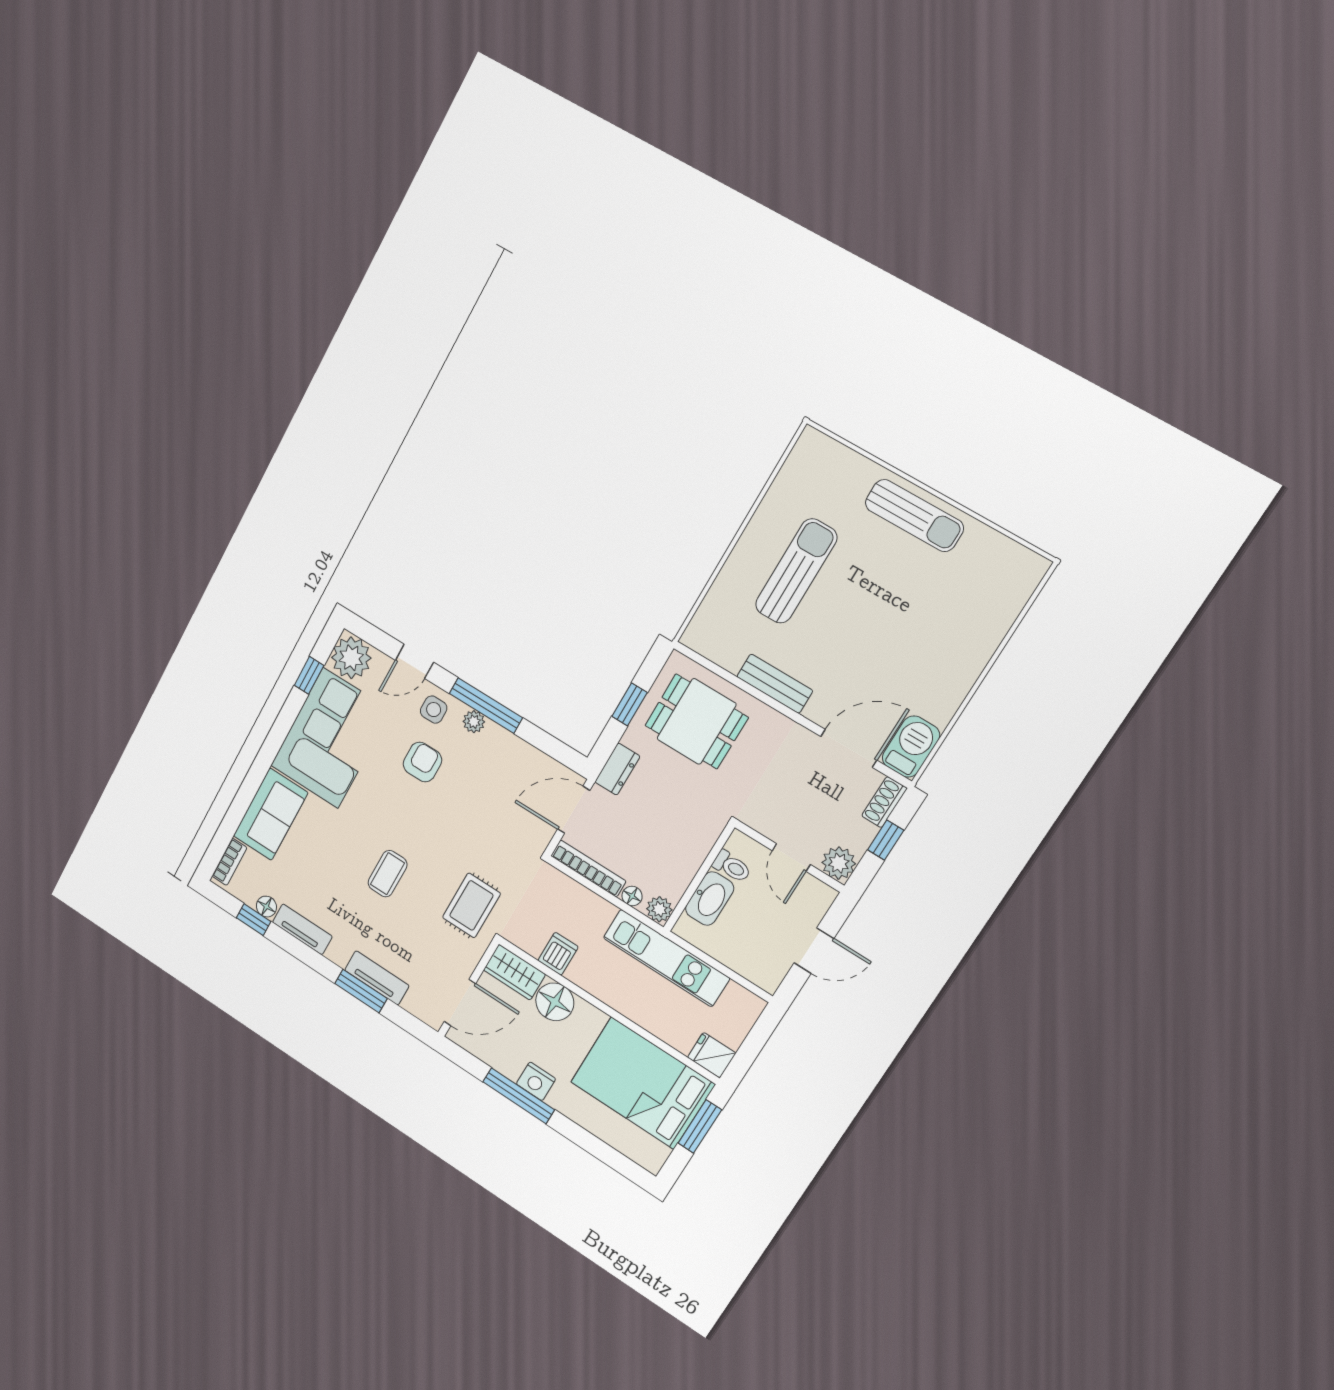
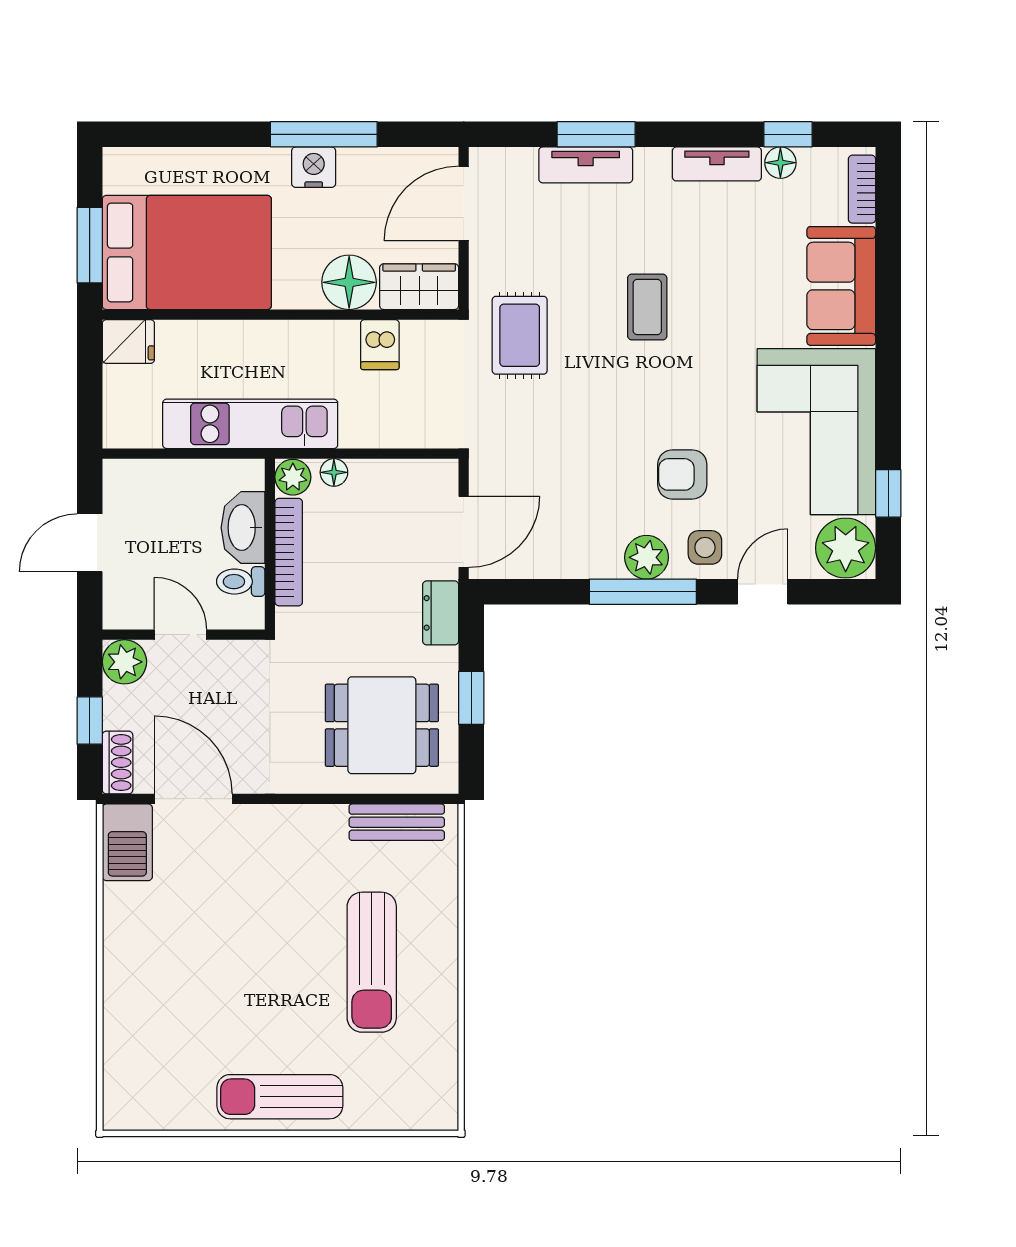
bench: (775, 684) -> (397, 822), moved
plant: (474, 722) -> (647, 557), width x1.38, depth x1.38
door: (849, 748) -> (193, 799), swing flipped
armchair: (422, 762) -> (682, 474), turned 90
bookcase: (588, 868) -> (289, 552), moved, turned -90

